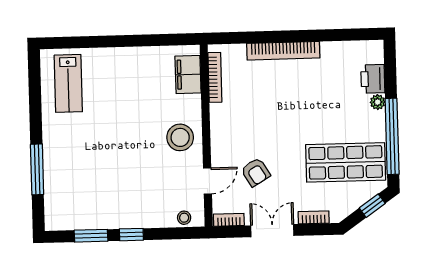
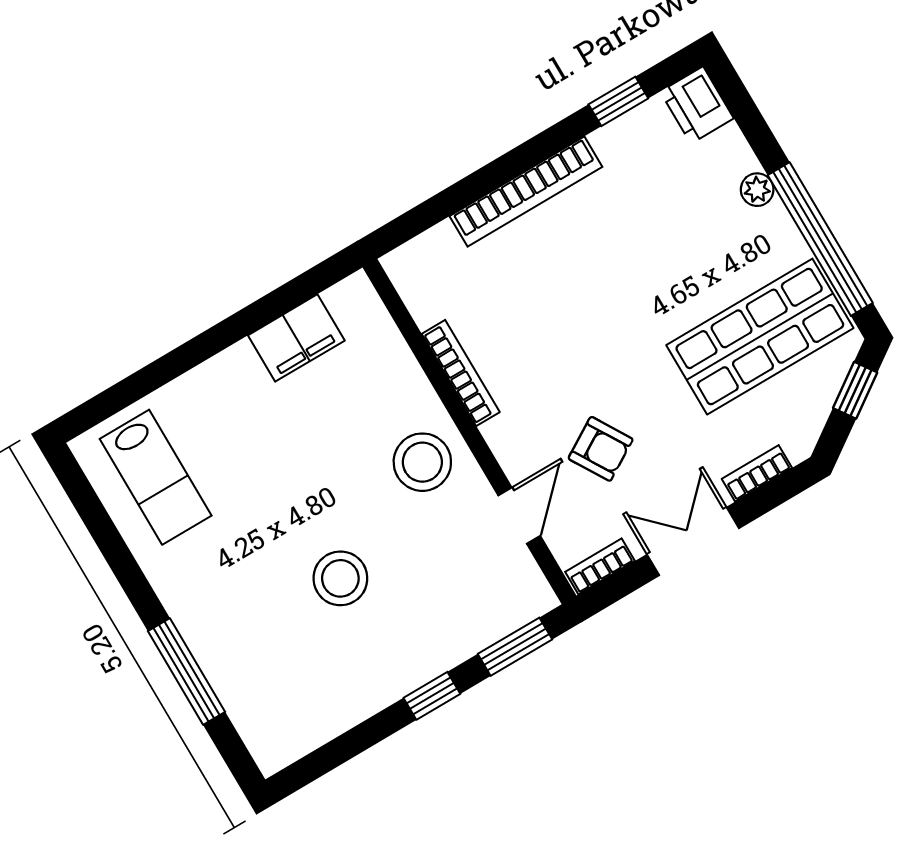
window: (341, 35) -> (618, 101), added
filing cabinet: (188, 74) -> (296, 338), moved, turned -90
bookcase: (215, 77) -> (461, 373), moved
printer: (373, 79) -> (697, 105), moved
stool: (184, 218) -> (340, 578), moved, width x1.89, depth x1.89
window: (91, 236) -> (515, 647), moved

